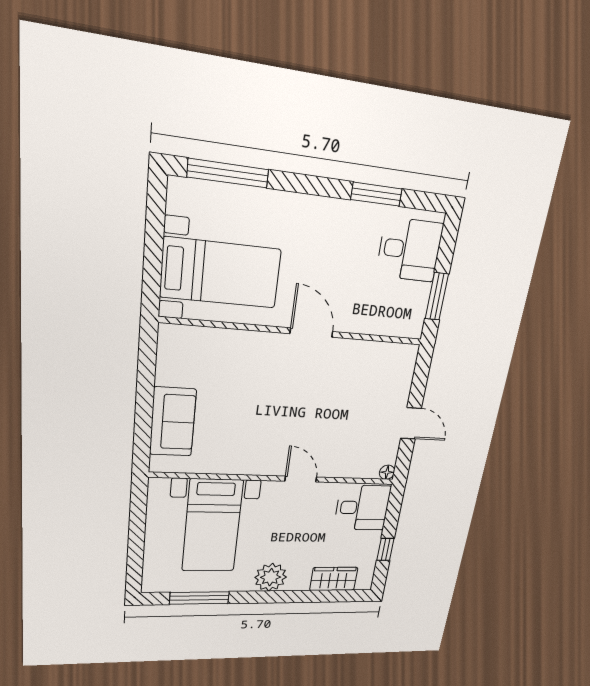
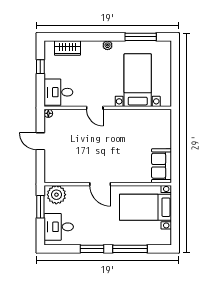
window: (228, 173) -> (130, 249), moved
window: (376, 194) -> (92, 249), moved
plant: (401, 318) -> (56, 195), added
sofa: (173, 422) -> (162, 166), moved
plant: (271, 577) -> (107, 45), width x0.53, depth x0.53

